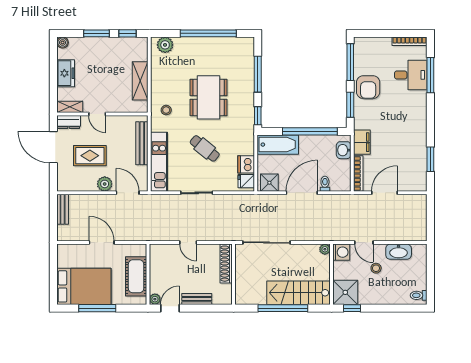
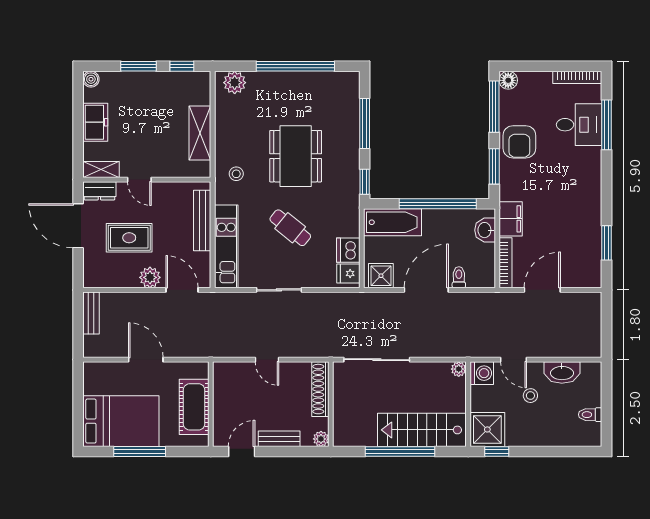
floor lamp: (360, 43) -> (508, 80), added
toilet: (419, 295) -> (590, 415), moved
plant: (155, 299) -> (321, 439), moved

